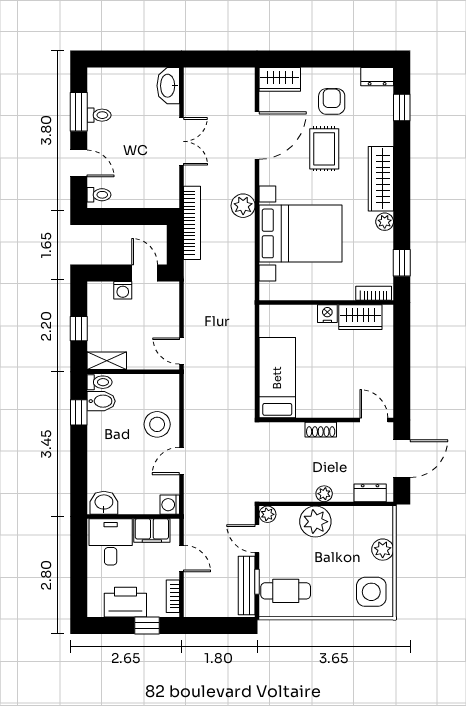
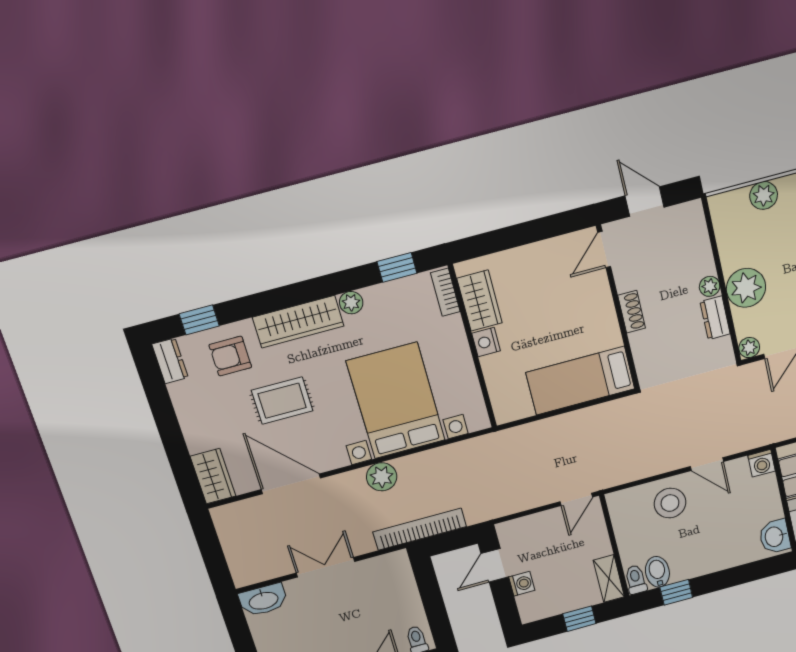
armchair: (332, 101) -> (230, 356), moved
door: (402, 459) -> (645, 202), width x0.73
dresser: (370, 493) -> (715, 318), moved

